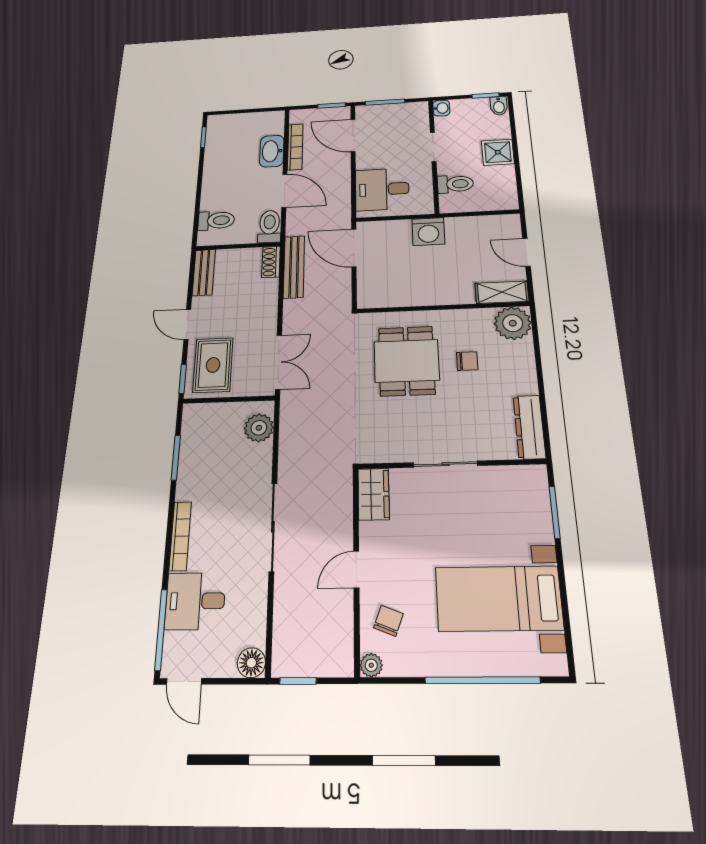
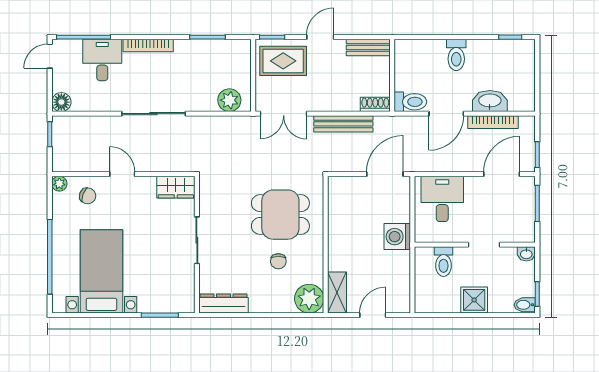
toilet: (216, 220) -> (456, 55), moved
bench: (294, 267) -> (343, 124), moved

